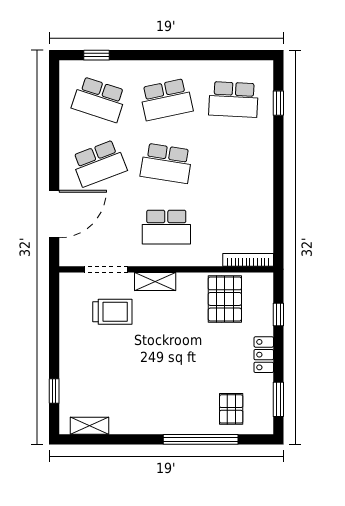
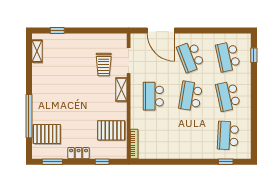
school desk: (99, 99) -> (228, 57), turned -30
pallet: (231, 409) -> (47, 134), width x1.50, depth x1.42

